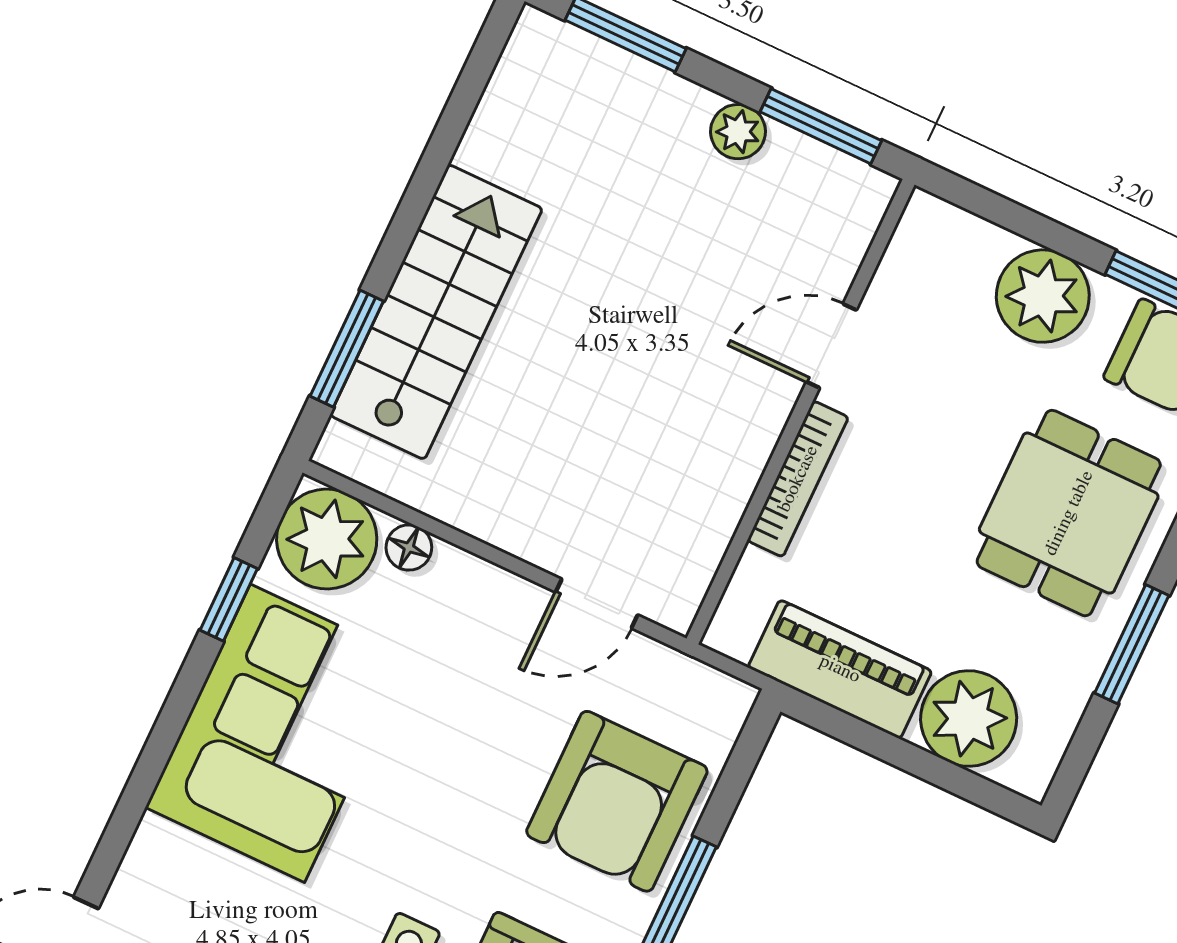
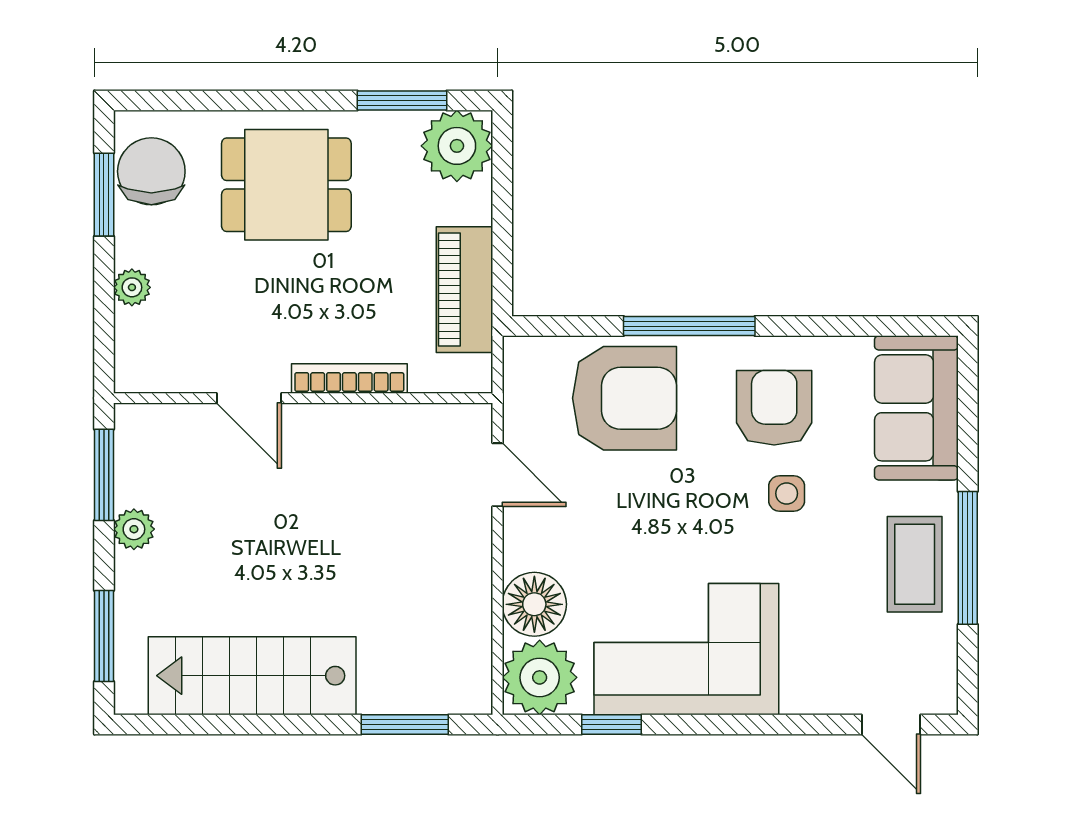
plant: (1043, 296) -> (132, 287), width x0.53, depth x0.53
stairs: (436, 312) -> (252, 676), moved
floor lamp: (409, 547) -> (534, 604), width x1.89, depth x1.89
window: (1132, 644) -> (402, 101), moved
plant: (969, 719) -> (457, 146), moved

